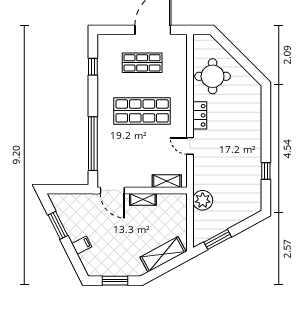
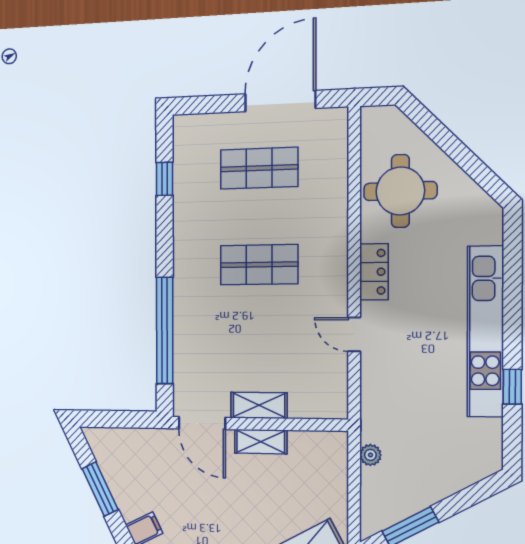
shop shelf: (142, 111) -> (259, 265), width x0.70, depth x0.74
kitchen unit: (253, 145) -> (485, 331), added
shelving: (167, 181) -> (259, 405), moved
plant: (203, 200) -> (370, 455), width x0.53, depth x0.53

